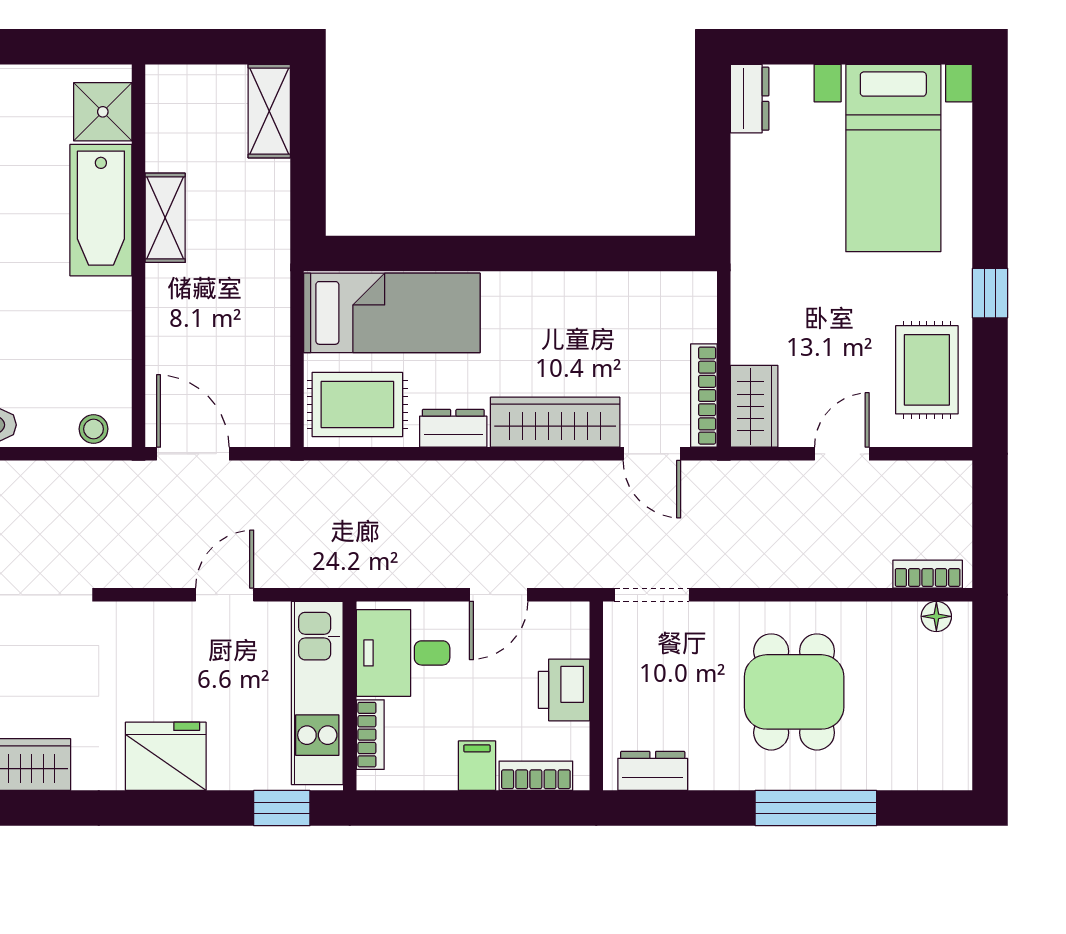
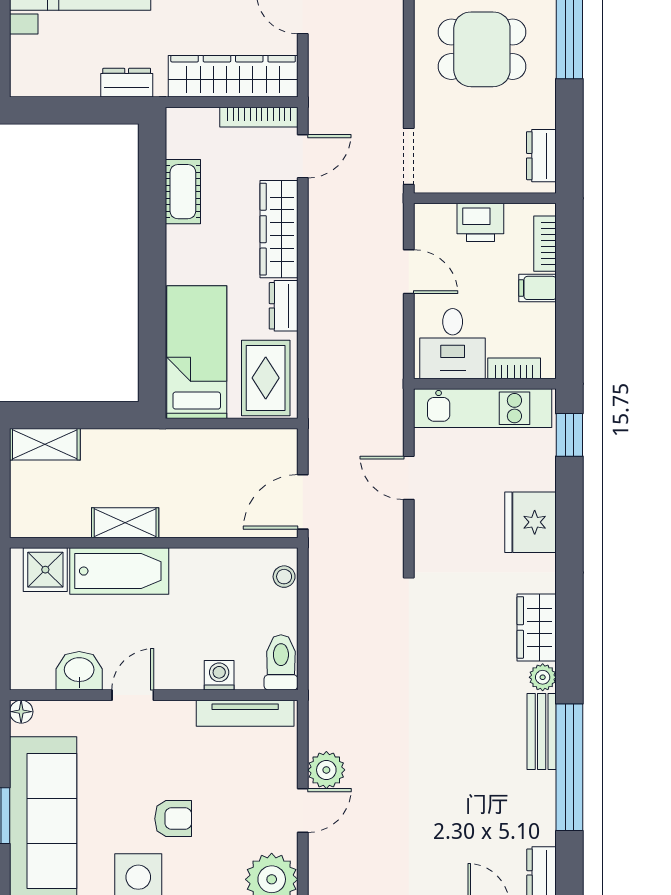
dresser: (750, 99) -> (127, 83), moved
cot: (605, 295) -> (183, 192), added
wardrobe: (754, 406) -> (233, 76), width x2.10, depth x1.17

